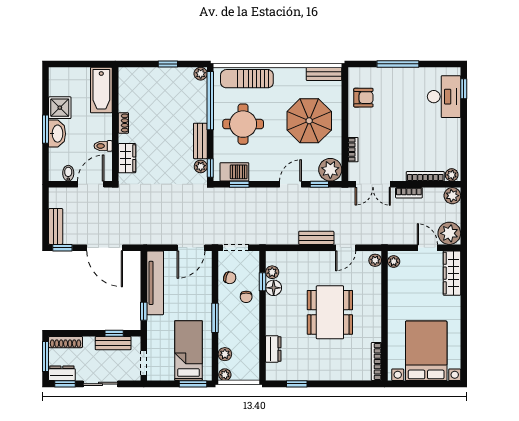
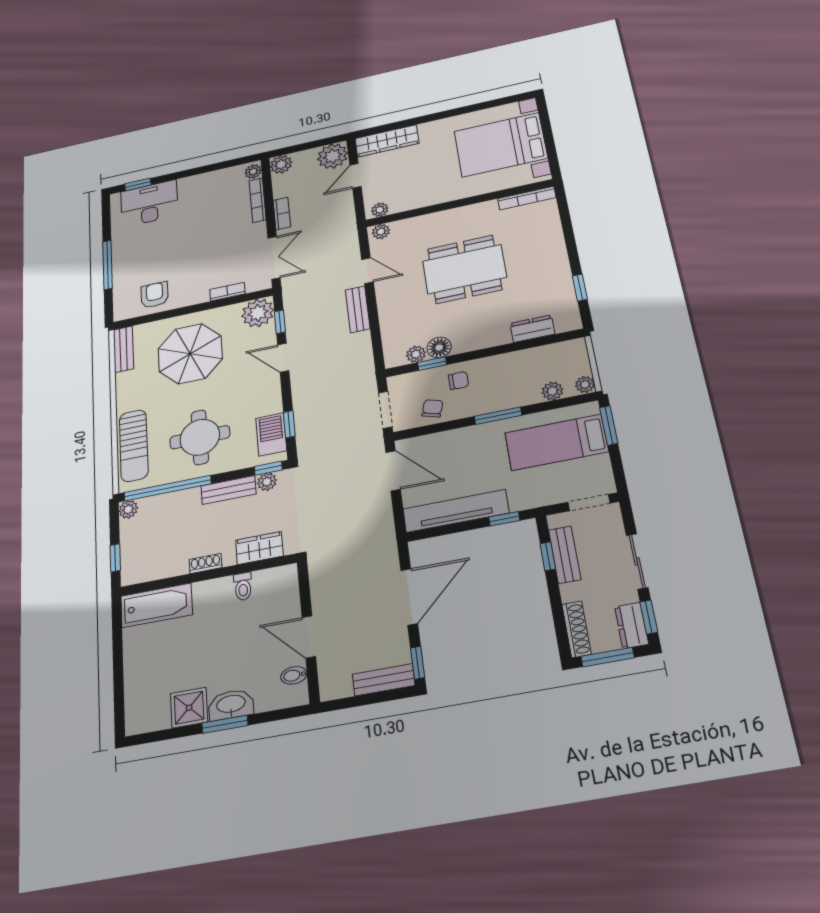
bathtub: (101, 90) -> (157, 605), moved
shoe rack: (123, 123) -> (206, 563), moved
wall: (115, 124) -> (208, 575), moved
toilet: (103, 146) -> (243, 586), moved
wardrobe: (127, 158) -> (259, 548), moved

